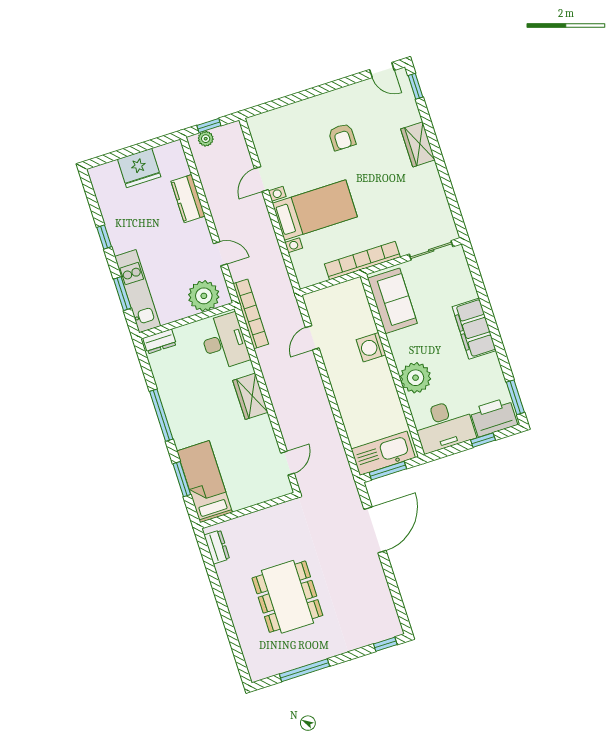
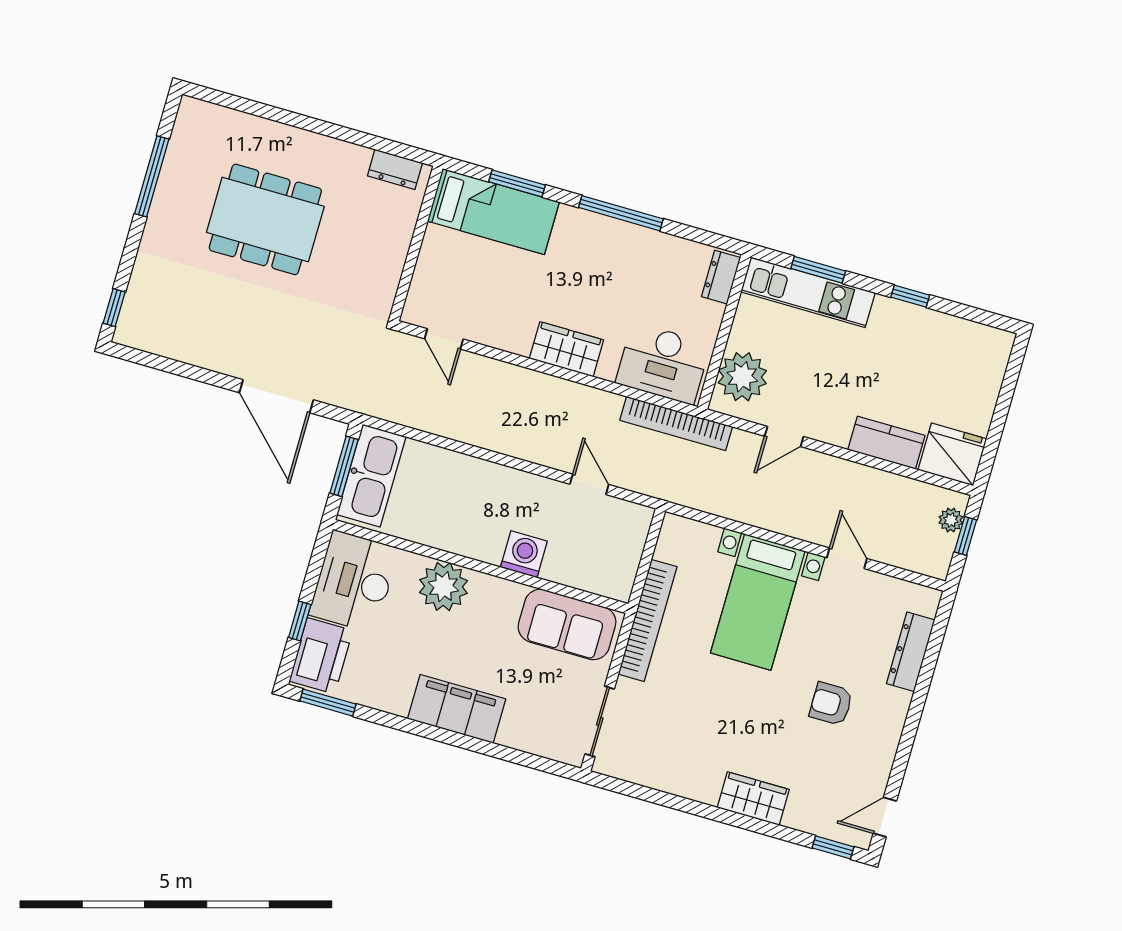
dresser: (288, 114) -> (911, 652), added
fridge: (139, 168) -> (952, 454), moved, turned 90

